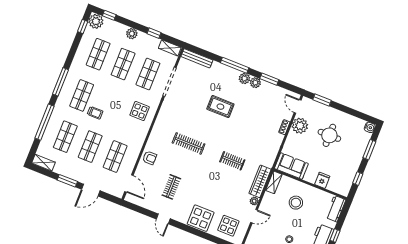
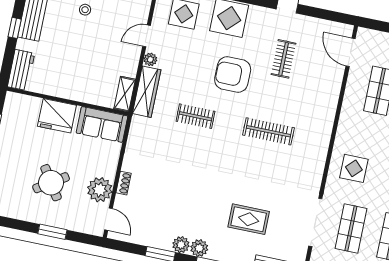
window: (322, 100) -> (52, 232), moved
rug: (220, 107) -> (249, 219), moved
round table: (329, 135) -> (51, 183), turned -33
armchair: (150, 158) -> (233, 74), moved, width x1.88, depth x1.88
fridge: (322, 180) -> (57, 116), width x1.88, depth x1.34
stool: (296, 203) -> (85, 69), removed

